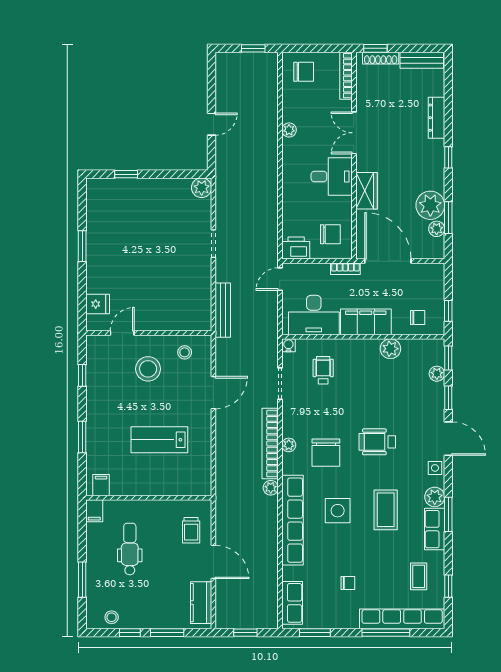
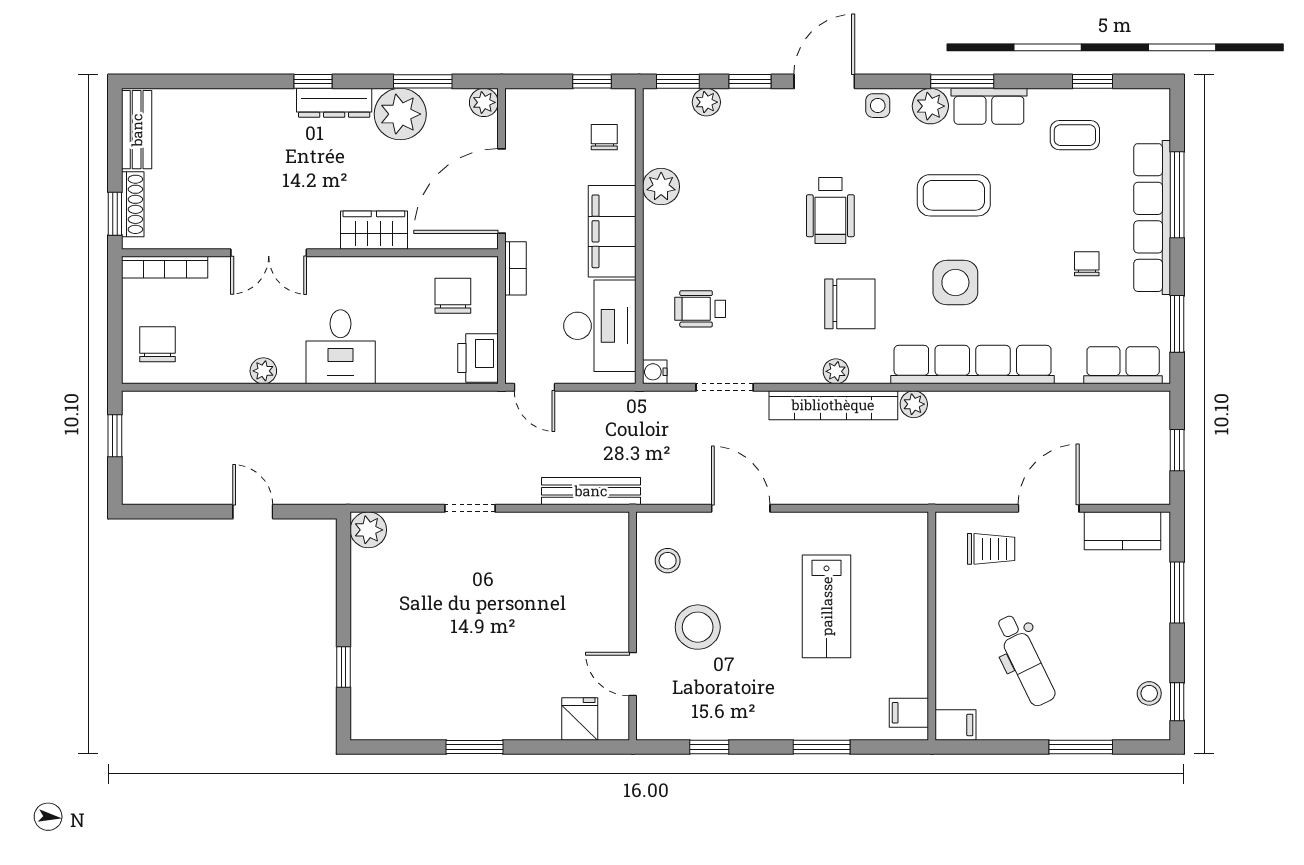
dresser: (436, 118) -> (334, 103), moved
desk: (332, 177) -> (341, 347), moved, turned 180
plant: (437, 229) -> (484, 102), moved
dental chair: (130, 549) -> (1025, 660), turned -116
row of seats: (402, 619) -> (1152, 218), moved
window: (130, 633) -> (1177, 702), moved

